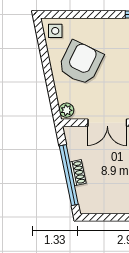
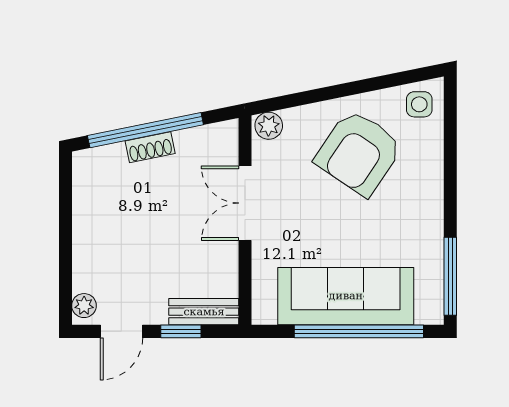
armchair: (81, 63) -> (359, 153), turned 98

